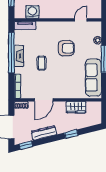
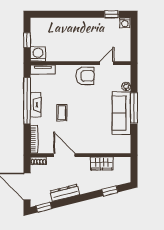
washing machine: (32, 12) -> (38, 54), moved
armchair: (66, 48) -> (85, 76), moved
sofa: (93, 77) -> (121, 113), moved
door: (44, 100) -> (64, 155), swing flipped
window: (71, 134) -> (110, 191), moved

